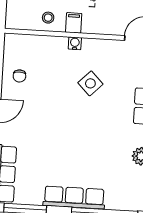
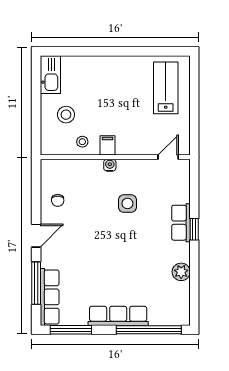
side table: (90, 83) -> (127, 203), turned 45

